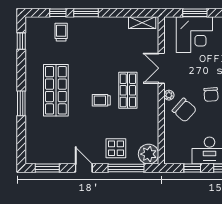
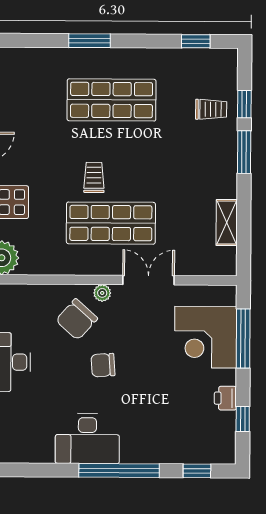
window: (195, 13) -> (243, 338), width x1.44
shelving: (142, 23) -> (227, 223), moved
shop shelf: (128, 90) -> (111, 223), width x1.43, depth x1.36

